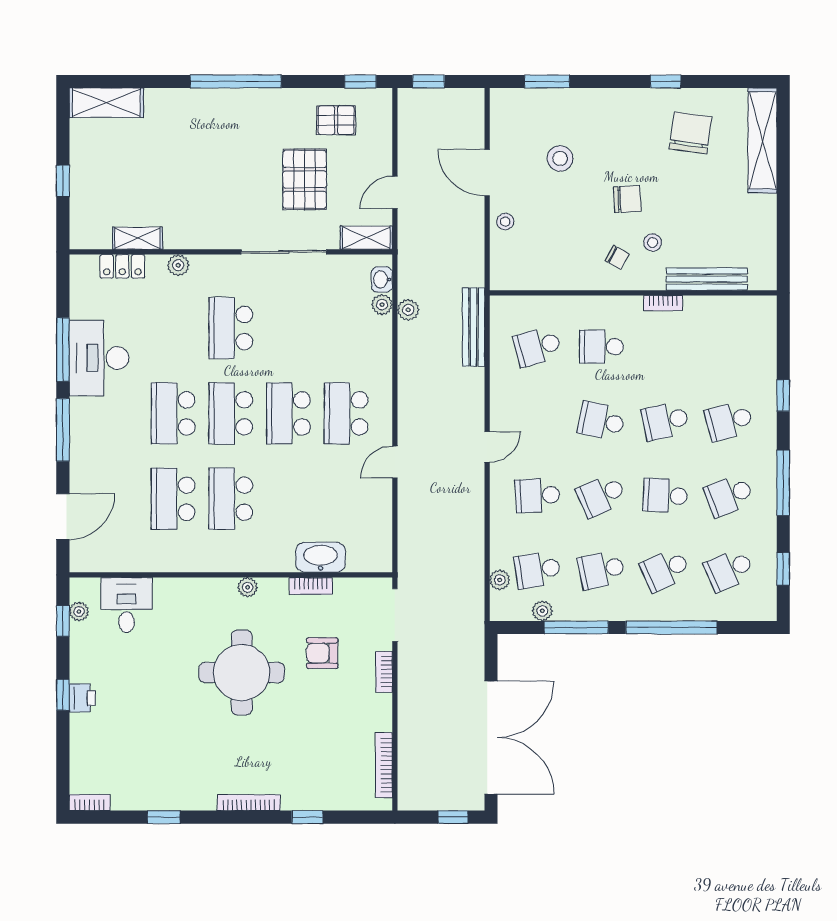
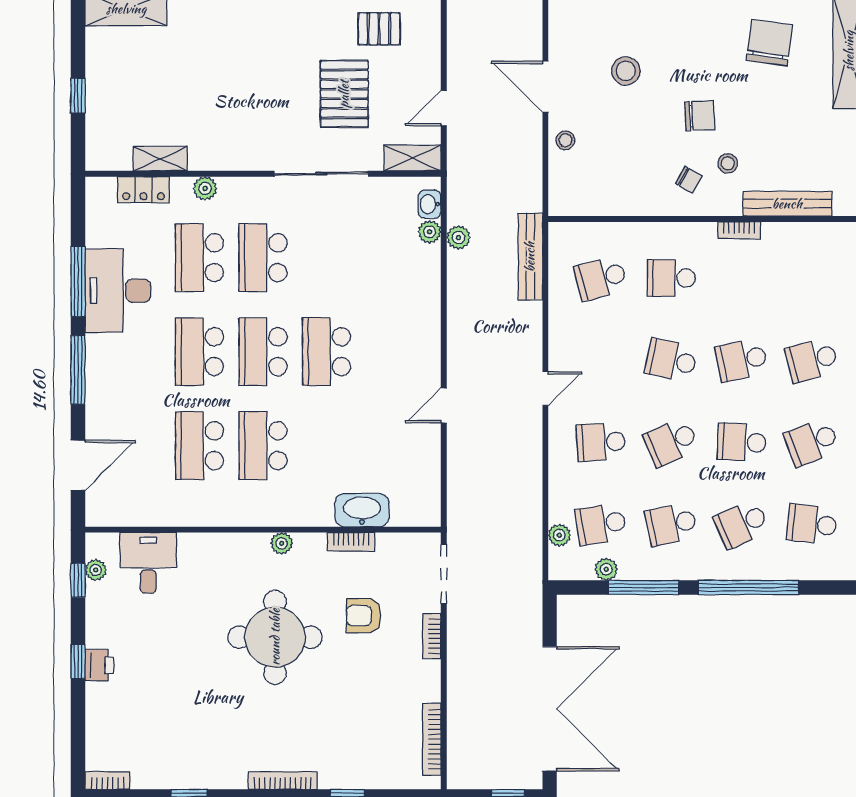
school desk: (346, 413) -> (199, 258), moved
school desk: (729, 570) -> (812, 524), turned 30

